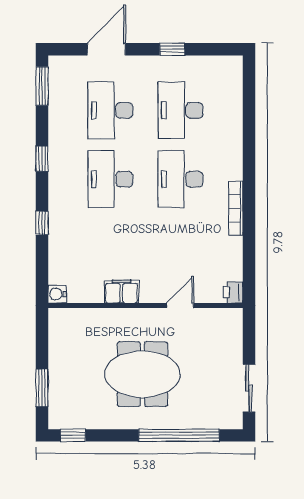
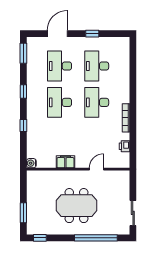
printer: (233, 292) -> (124, 146), moved

